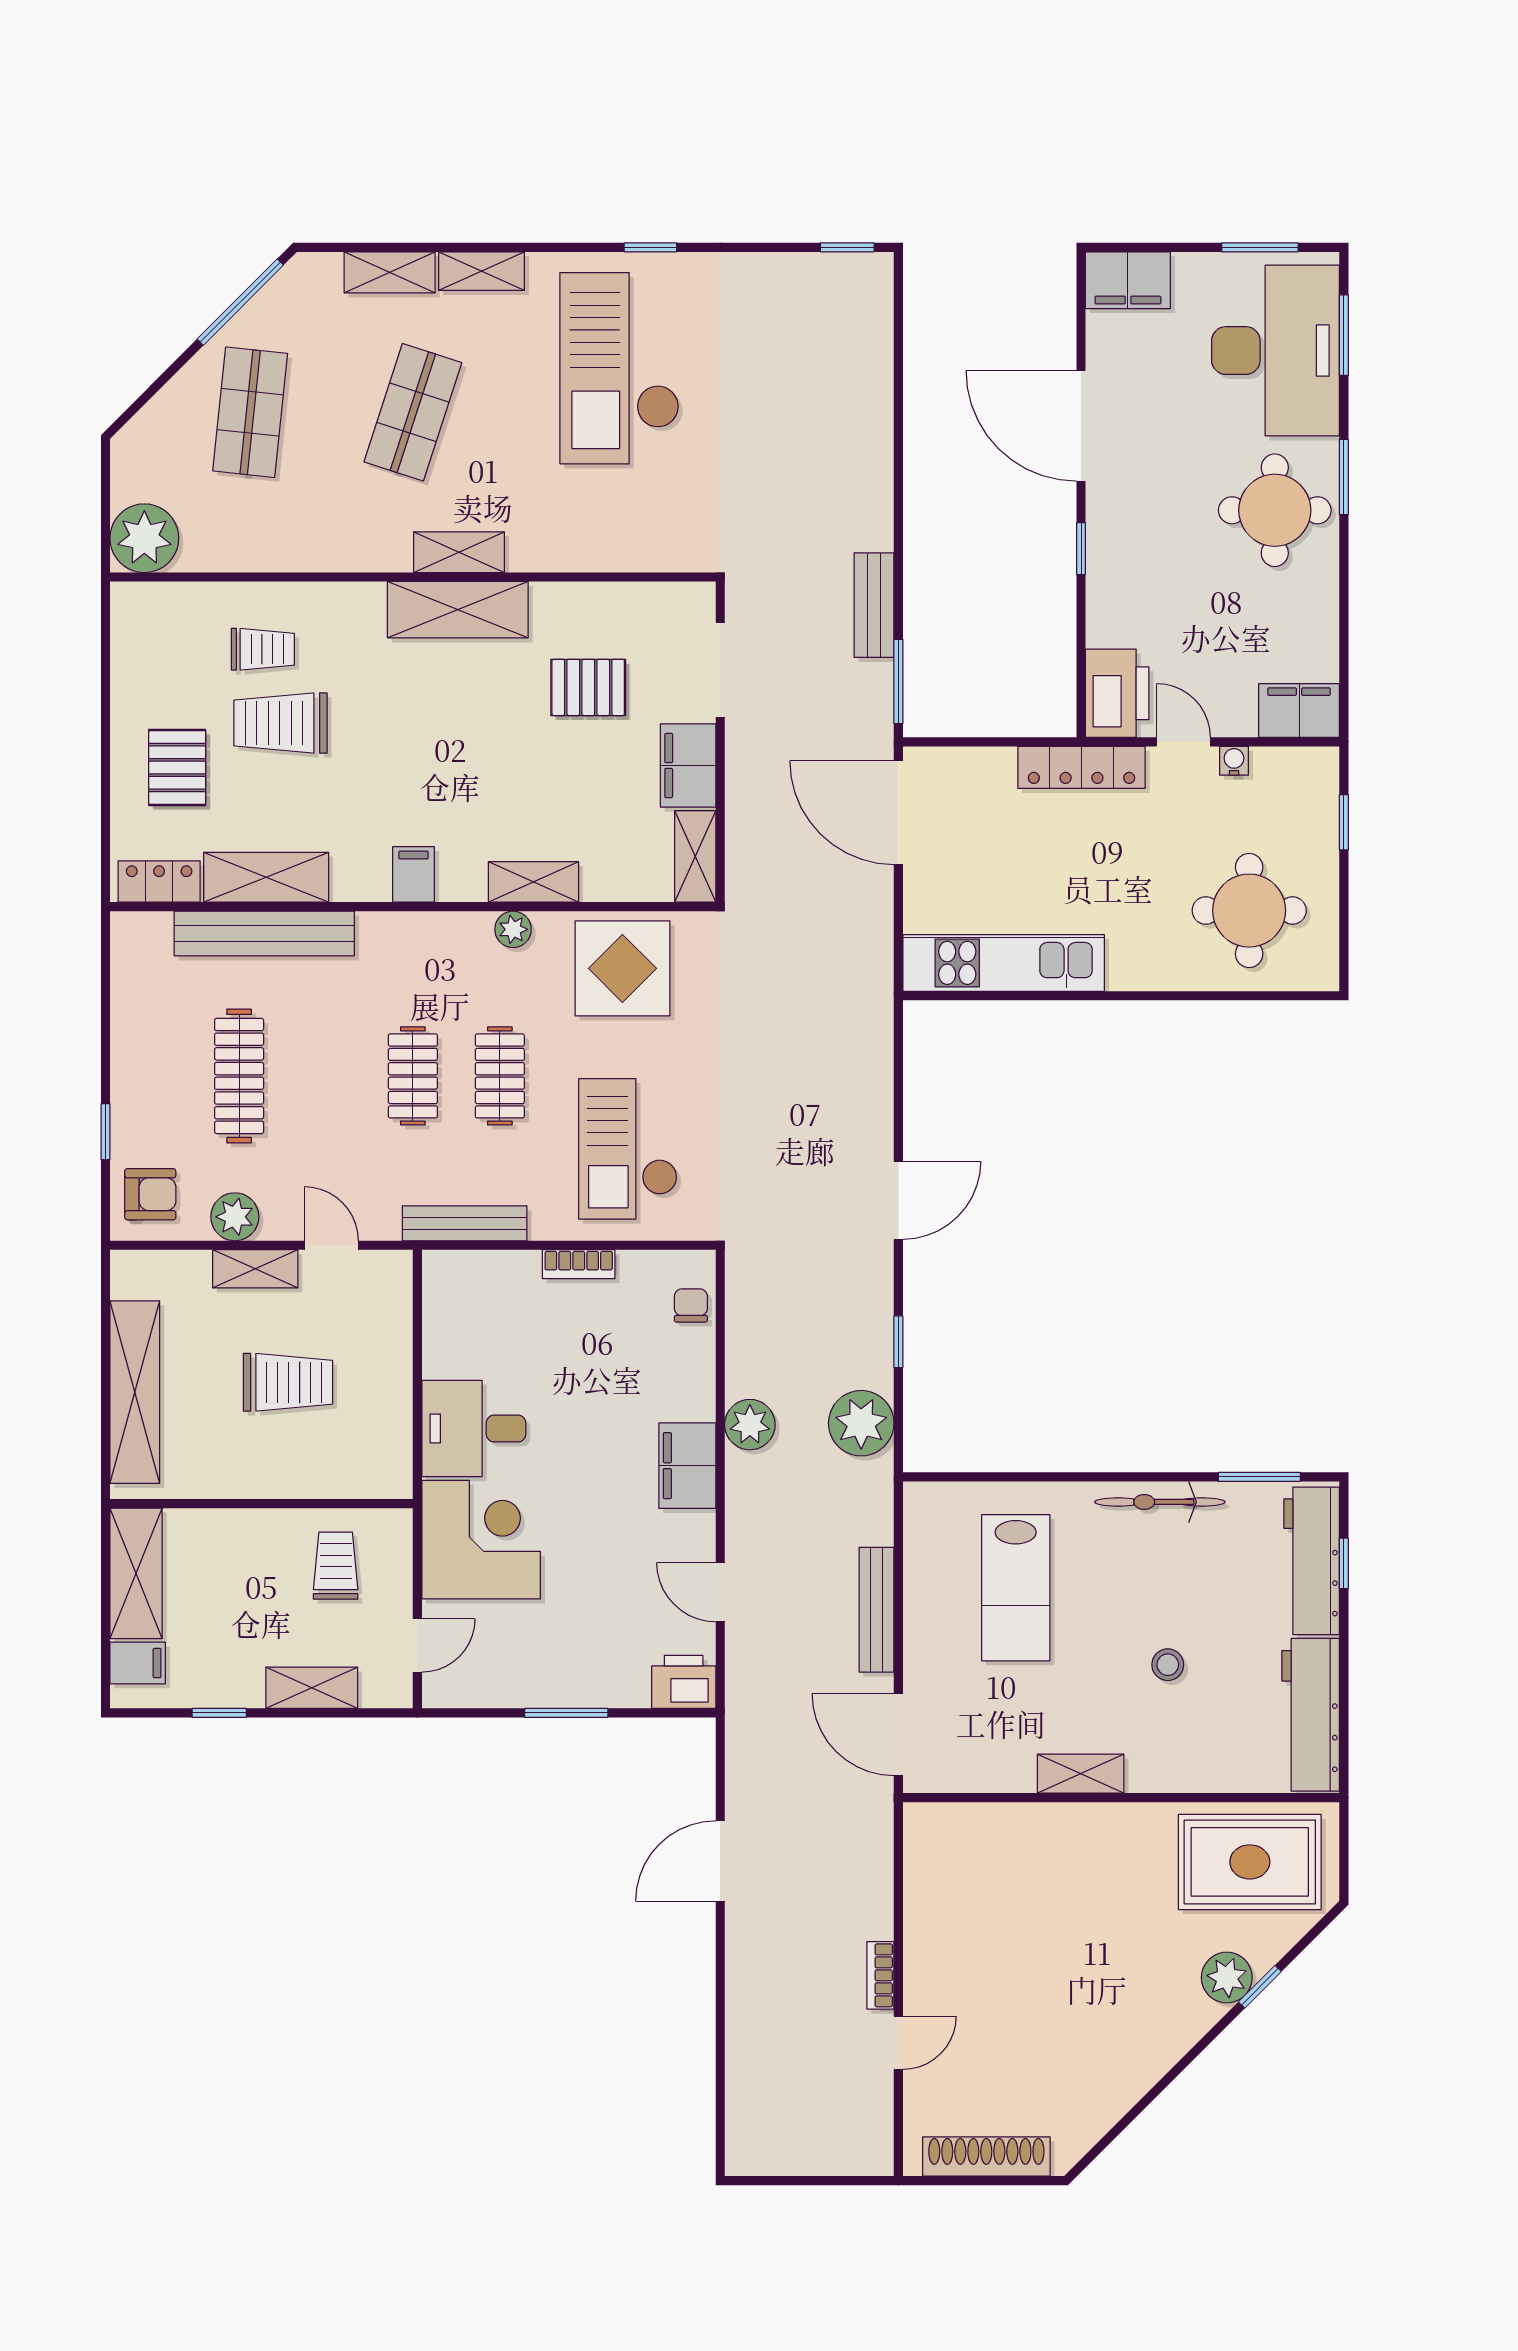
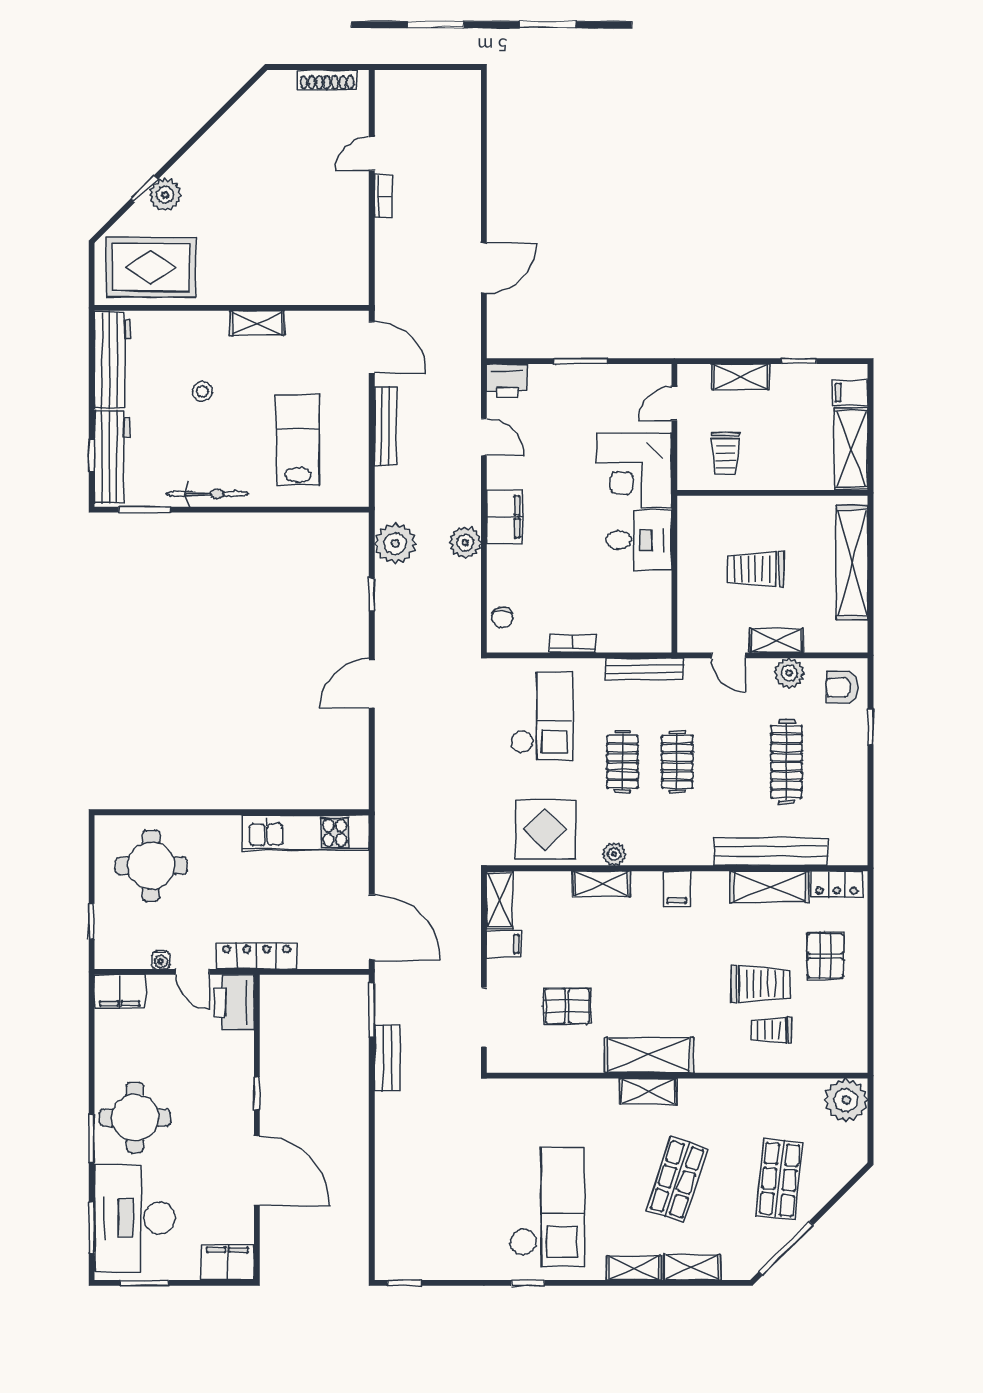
filing cabinet: (688, 766) -> (504, 944), width x0.50
shoe rack: (986, 2157) -> (327, 80), width x0.74, depth x0.81

